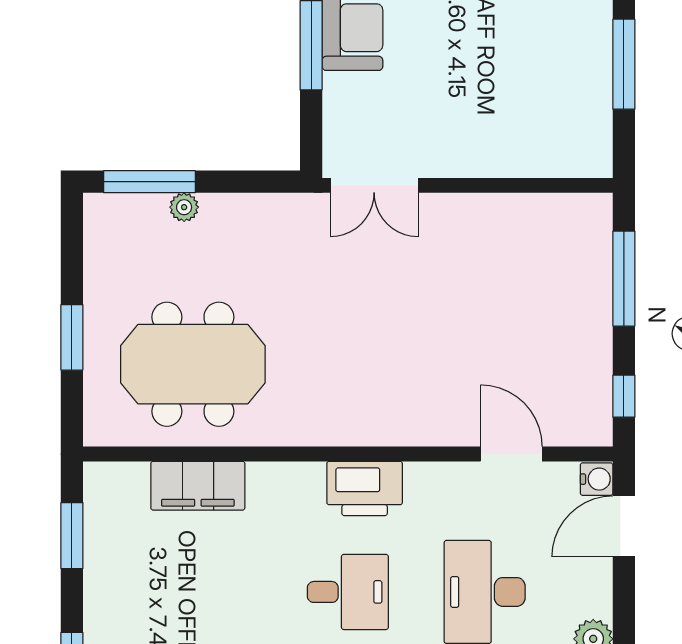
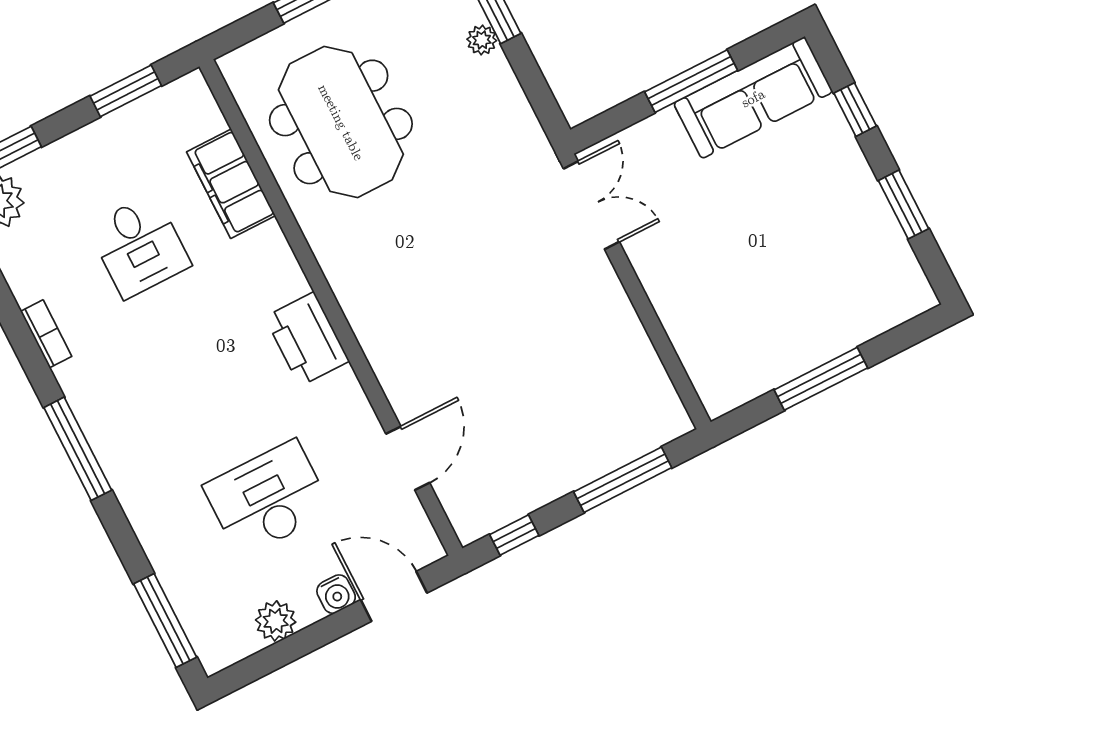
double door: (374, 185) -> (591, 205), swing flipped
water cooler: (597, 479) -> (336, 594), moved
desk: (348, 592) -> (139, 246), moved

